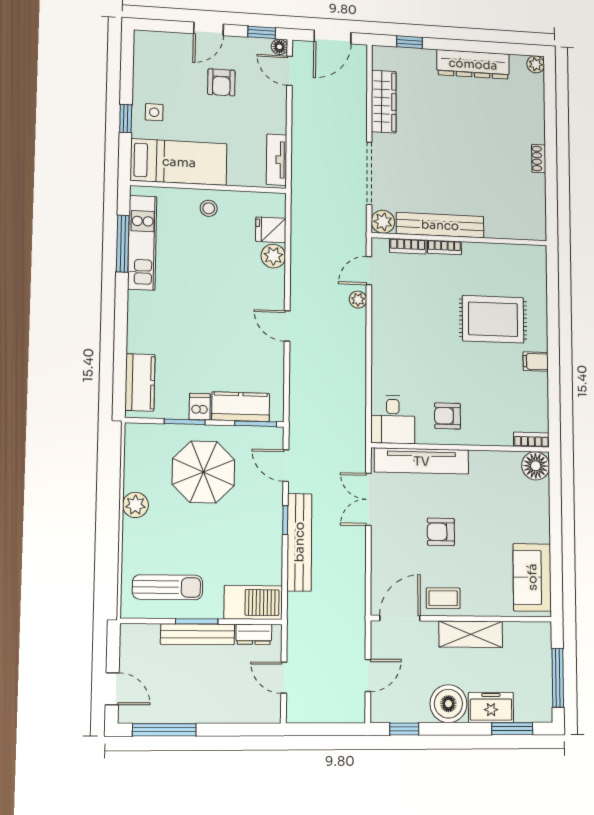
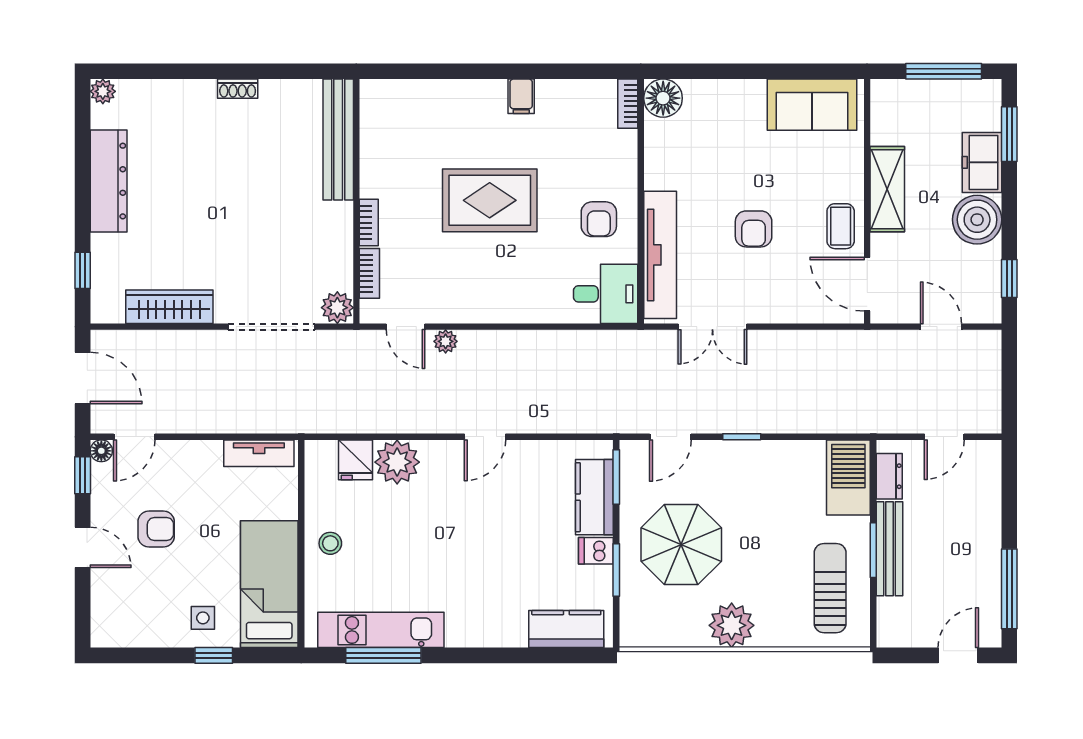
bench: (440, 225) -> (338, 140), moved
plant: (273, 256) -> (397, 462), width x1.36, depth x1.36
rug: (493, 319) -> (490, 200), moved, turned 90
plant: (135, 505) -> (732, 625), width x1.36, depth x1.36
bench: (299, 542) -> (770, 418), removed

